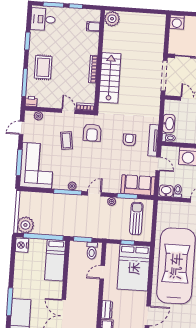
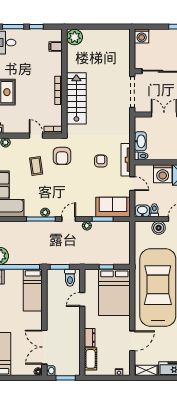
boiler: (181, 208) -> (159, 228), added
sun lounger: (136, 218) -> (114, 241), removed

